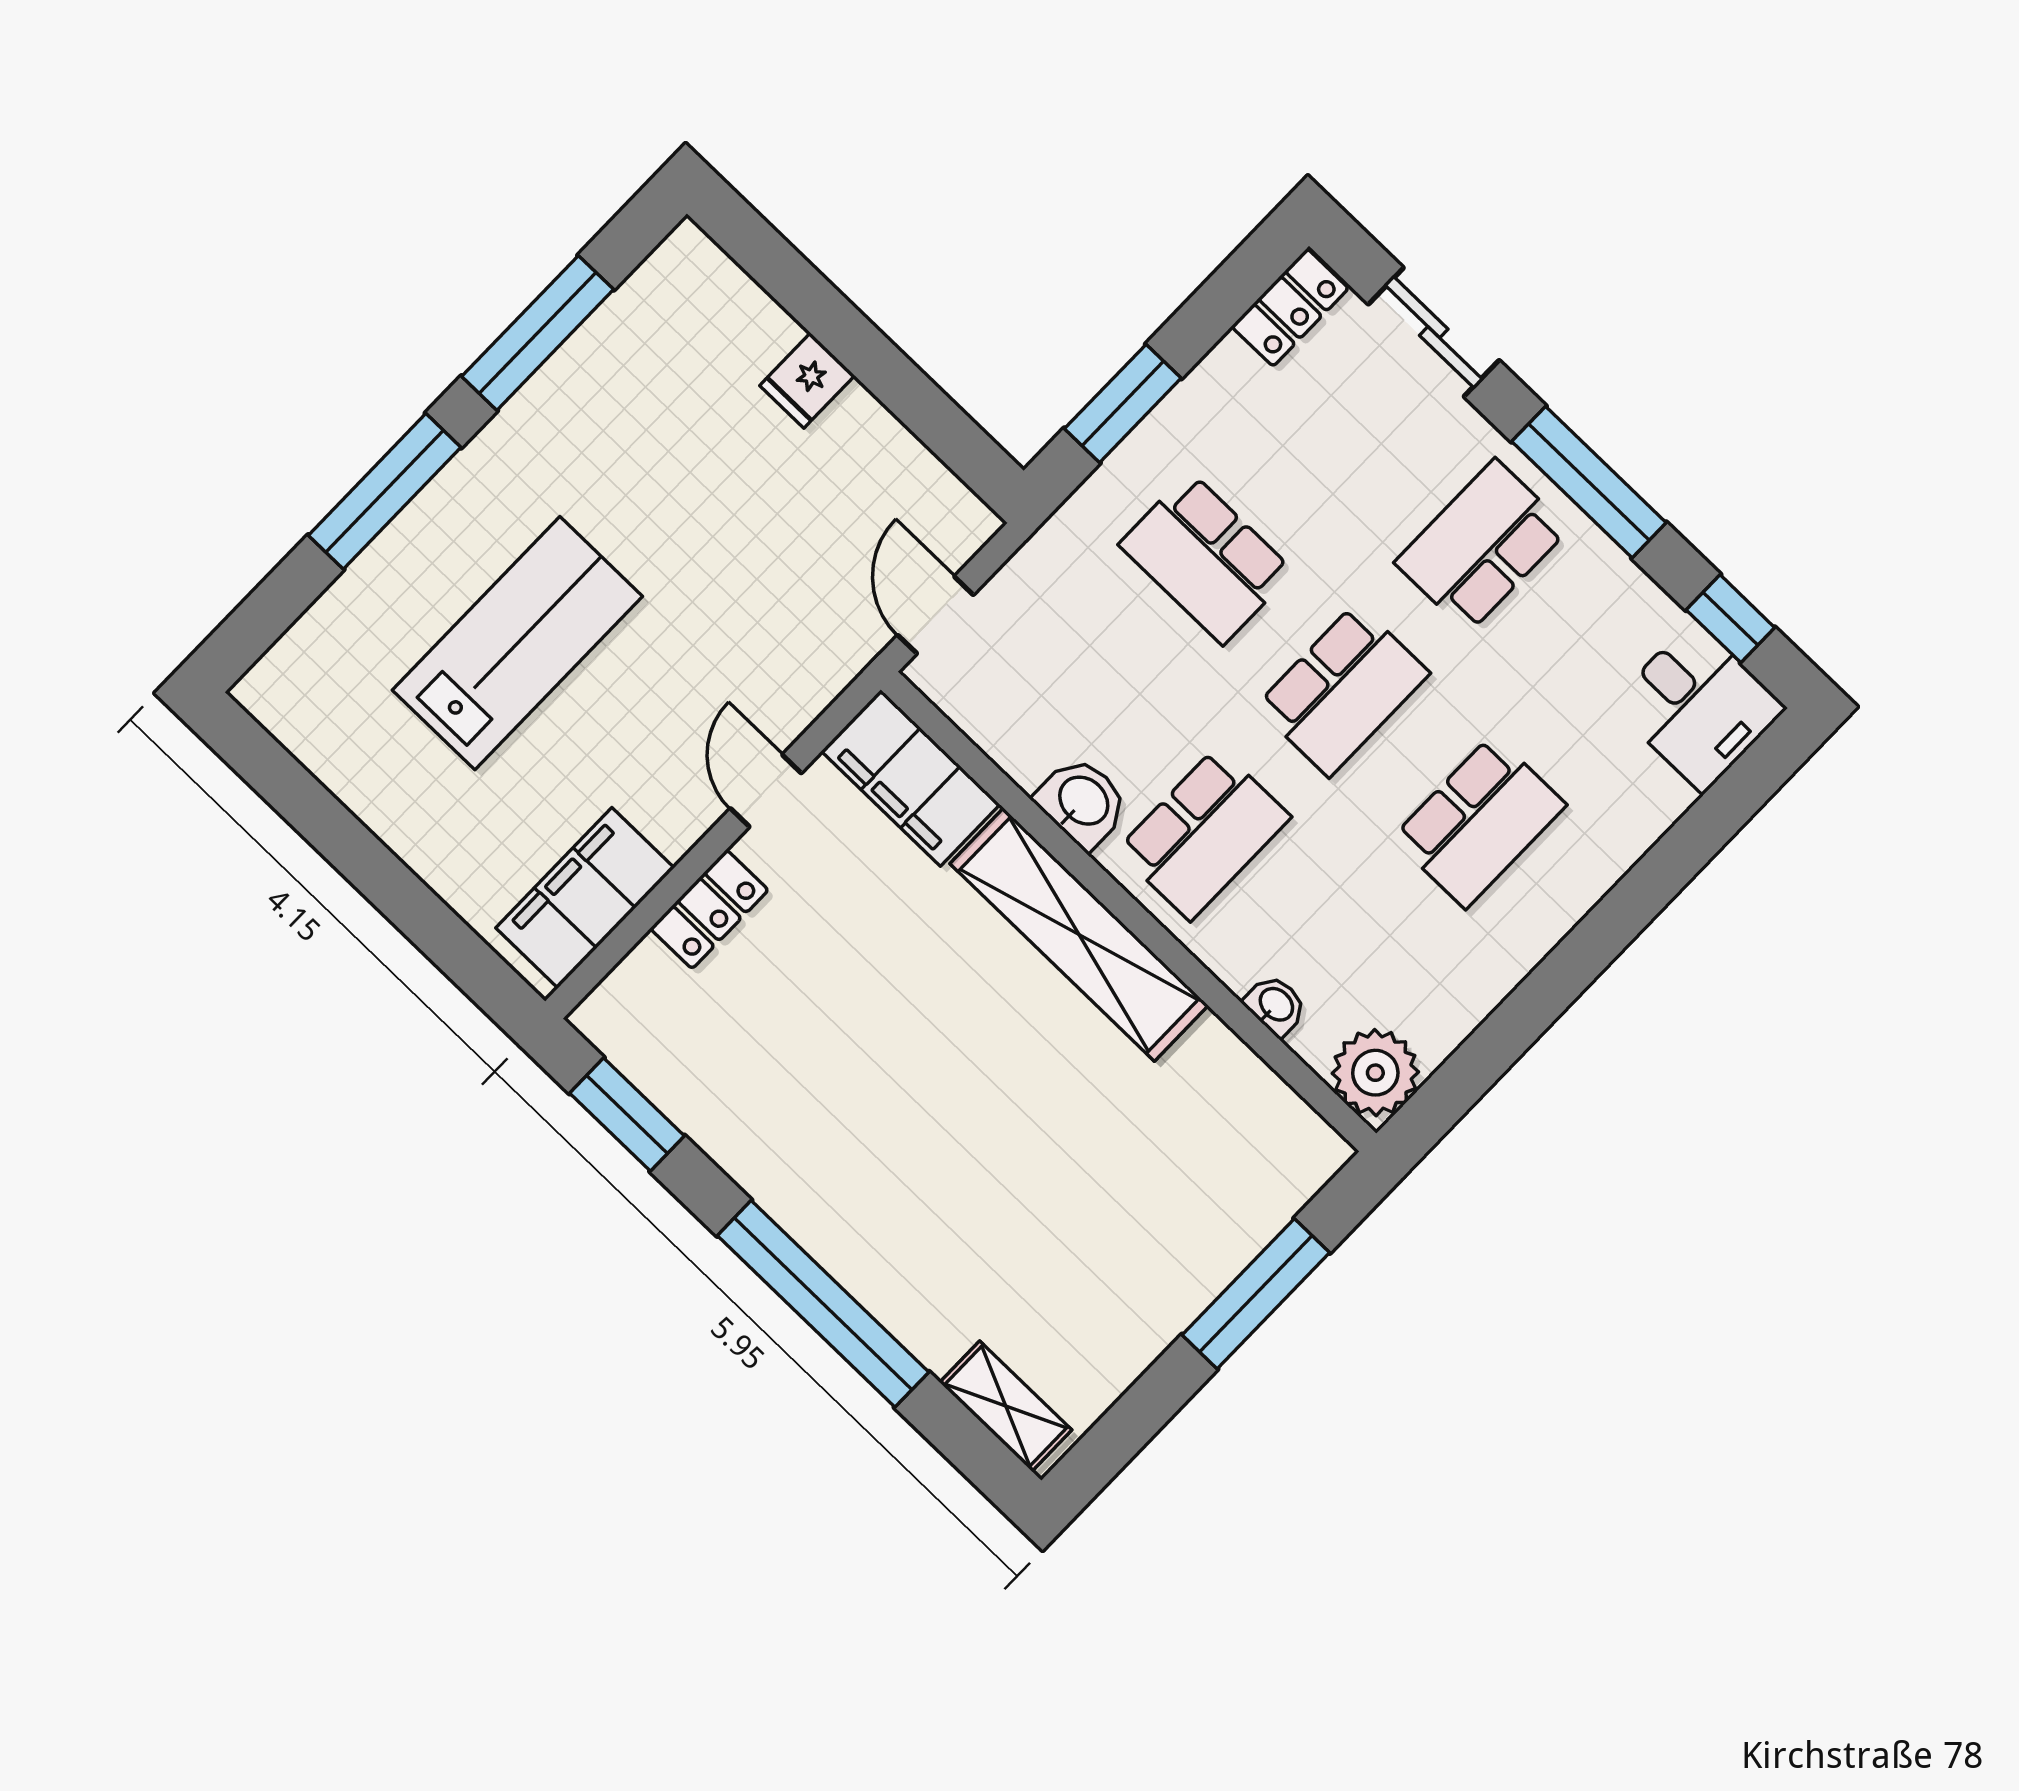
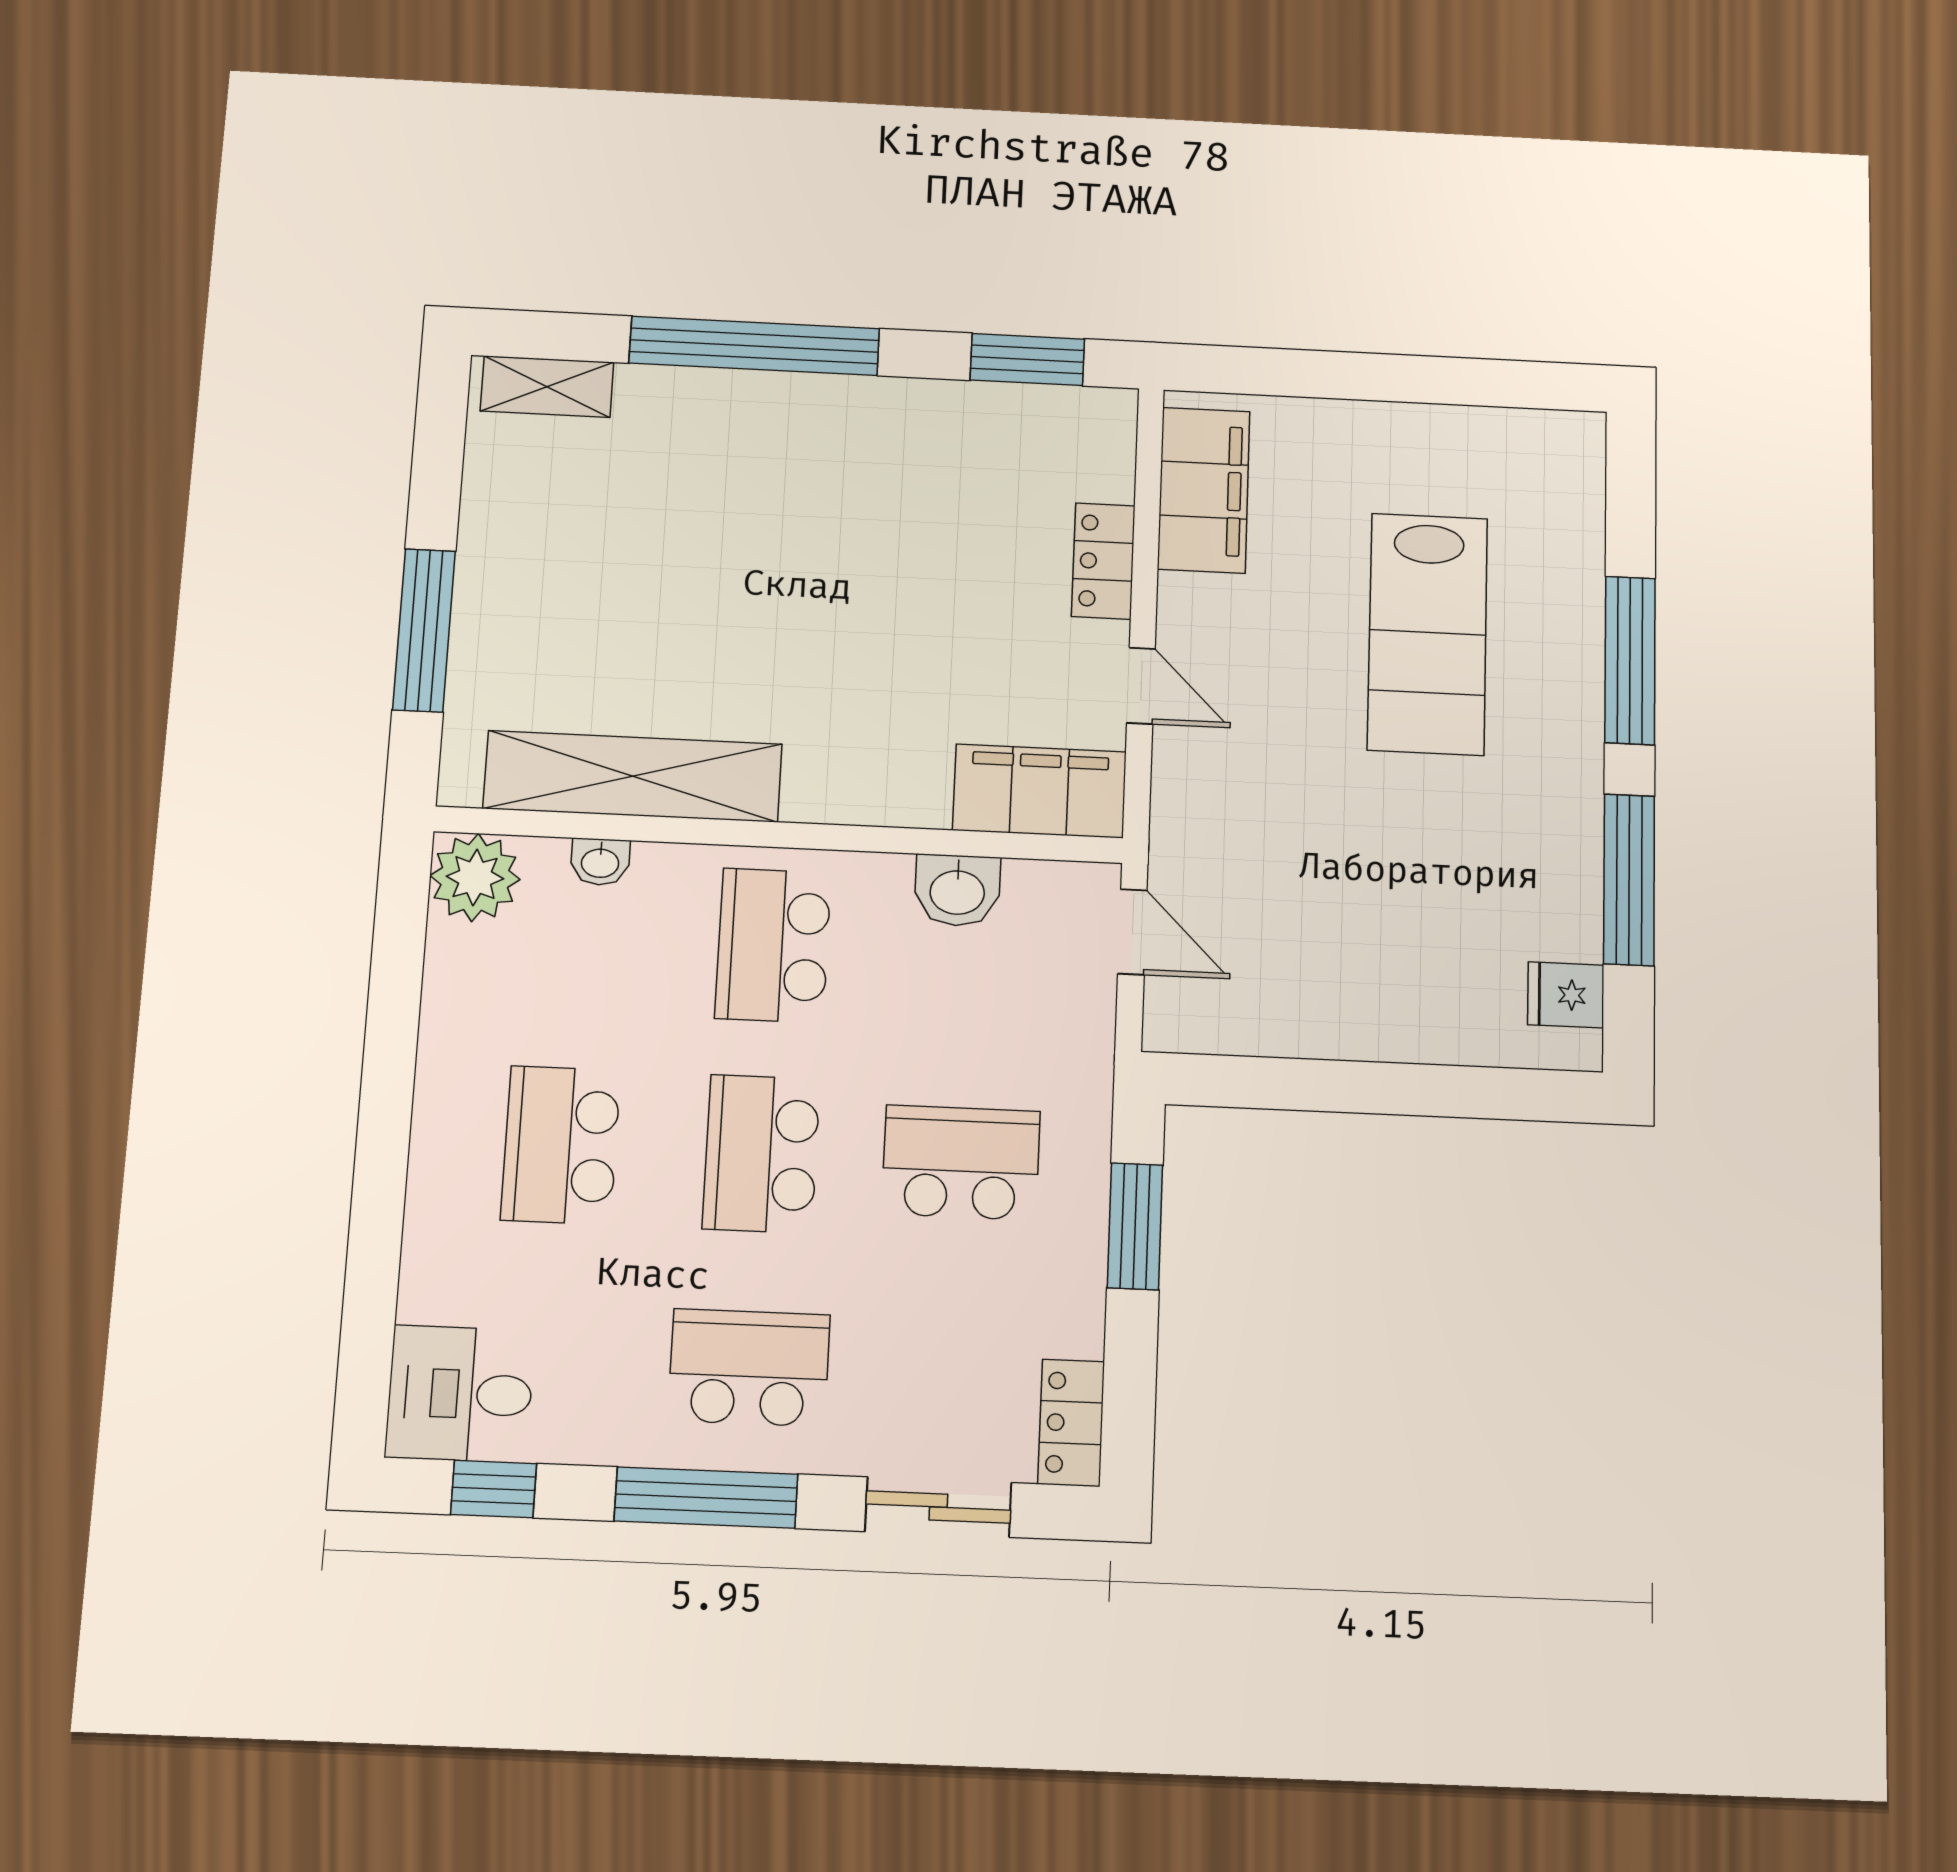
fridge: (807, 381) -> (1566, 995), moved, turned -90
school desk: (1482, 546) -> (749, 1368), turned -90
washbasin: (1082, 802) -> (957, 890), moved
shelving: (1079, 935) -> (633, 776), moved

